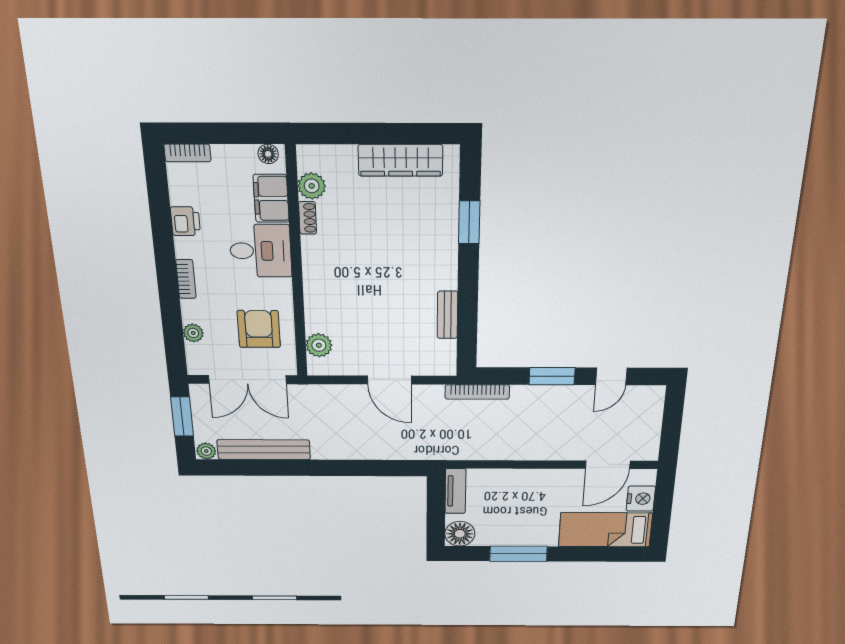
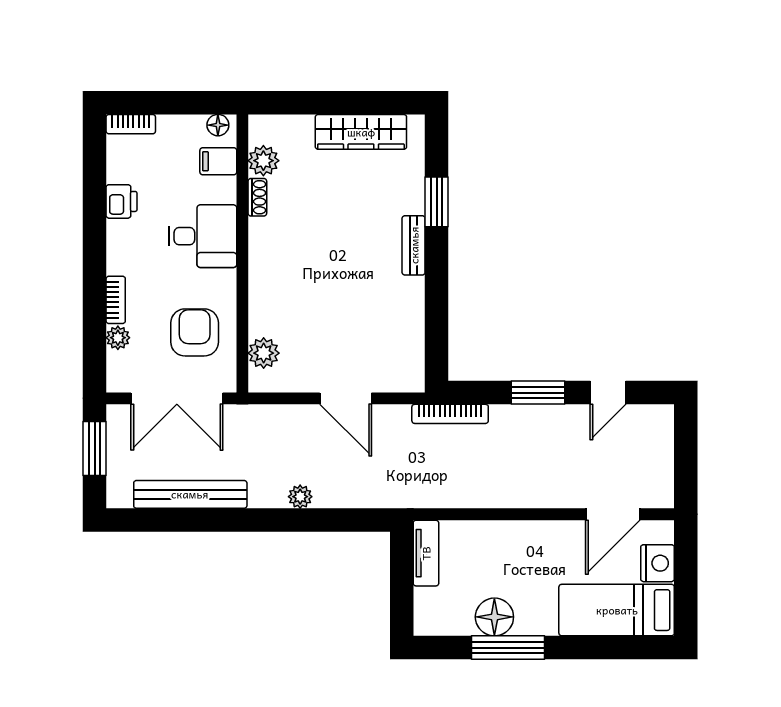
filing cabinet: (271, 198) -> (218, 161), width x0.50
bookcase: (186, 279) -> (116, 300), moved
bench: (447, 315) -> (414, 245), moved
plant: (206, 451) -> (300, 497), moved
floor lamp: (460, 534) -> (494, 617), moved

